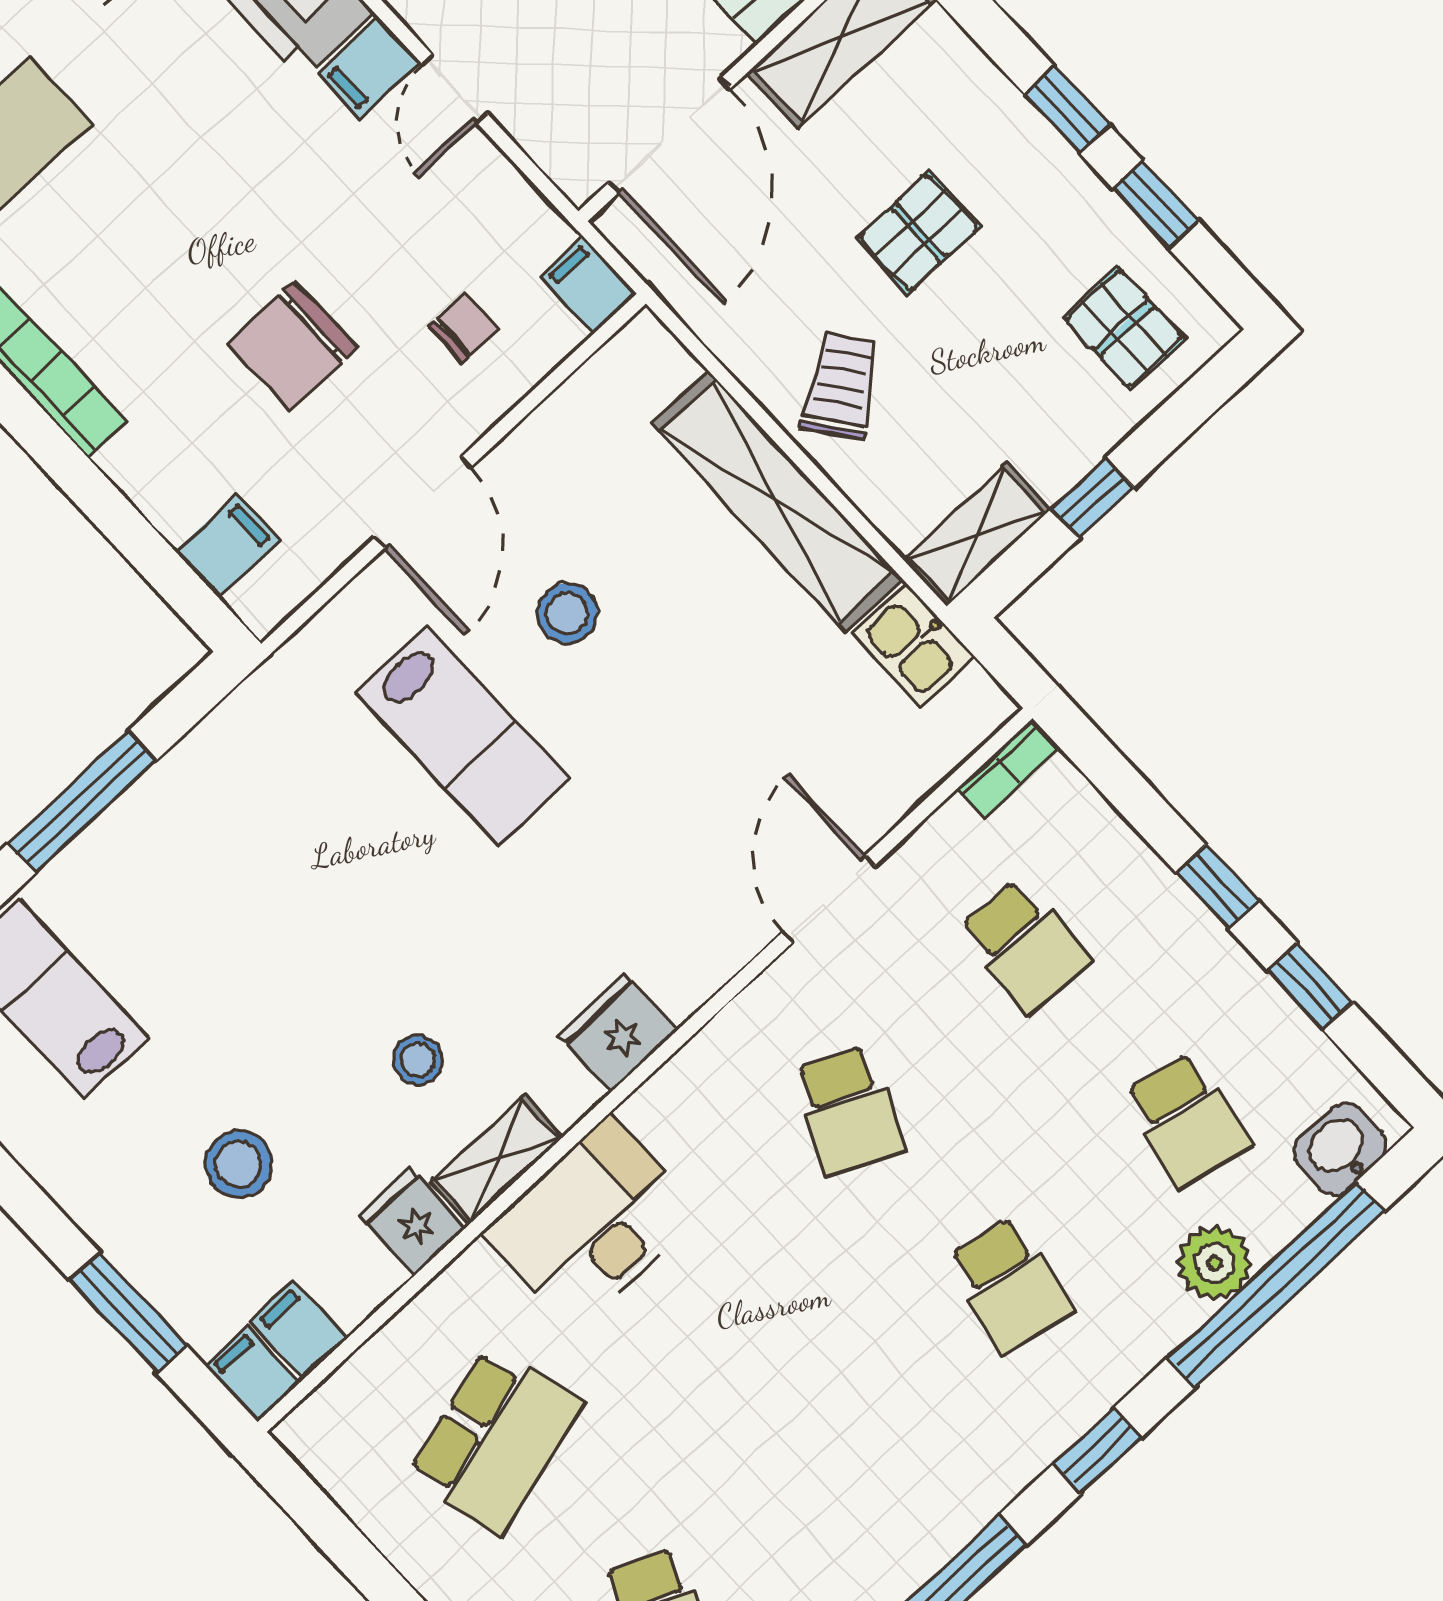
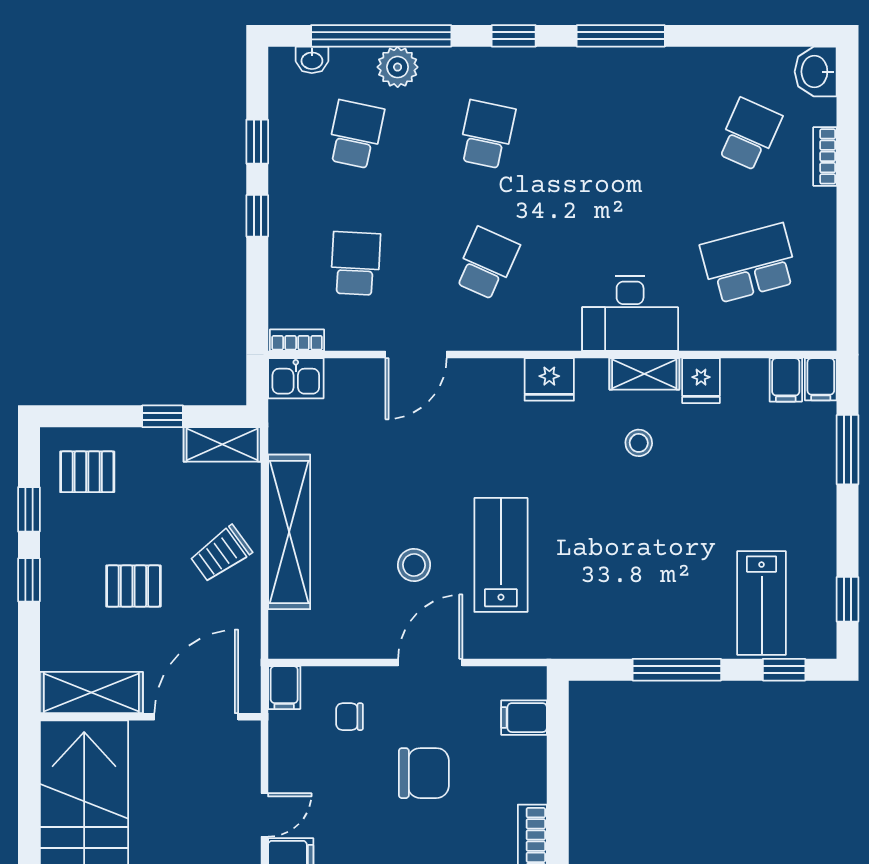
pallet: (1124, 328) -> (87, 472), turned 90
kitchen sink: (914, 645) -> (296, 378), moved, turned 90
washbasin: (1340, 1149) -> (312, 60), width x0.72, depth x0.69
stool: (238, 1164) -> (749, 468), removed

